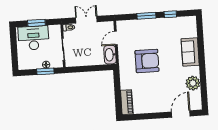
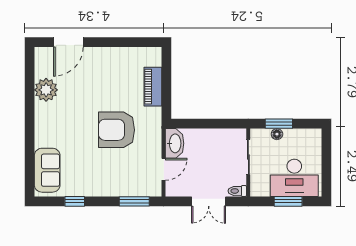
window: (146, 16) -> (134, 201), moved
sofa: (190, 52) -> (47, 170), moved
piano: (127, 102) -> (153, 87), moved

